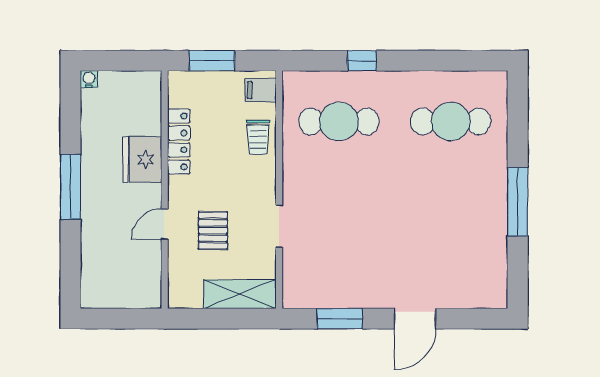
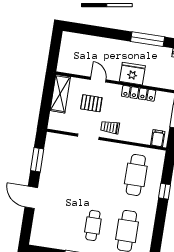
trolley: (258, 137) -> (110, 127), moved
window: (70, 187) -> (148, 39), moved
cafe table: (451, 190) -> (93, 225), added
shelving: (240, 294) -> (60, 94), moved

